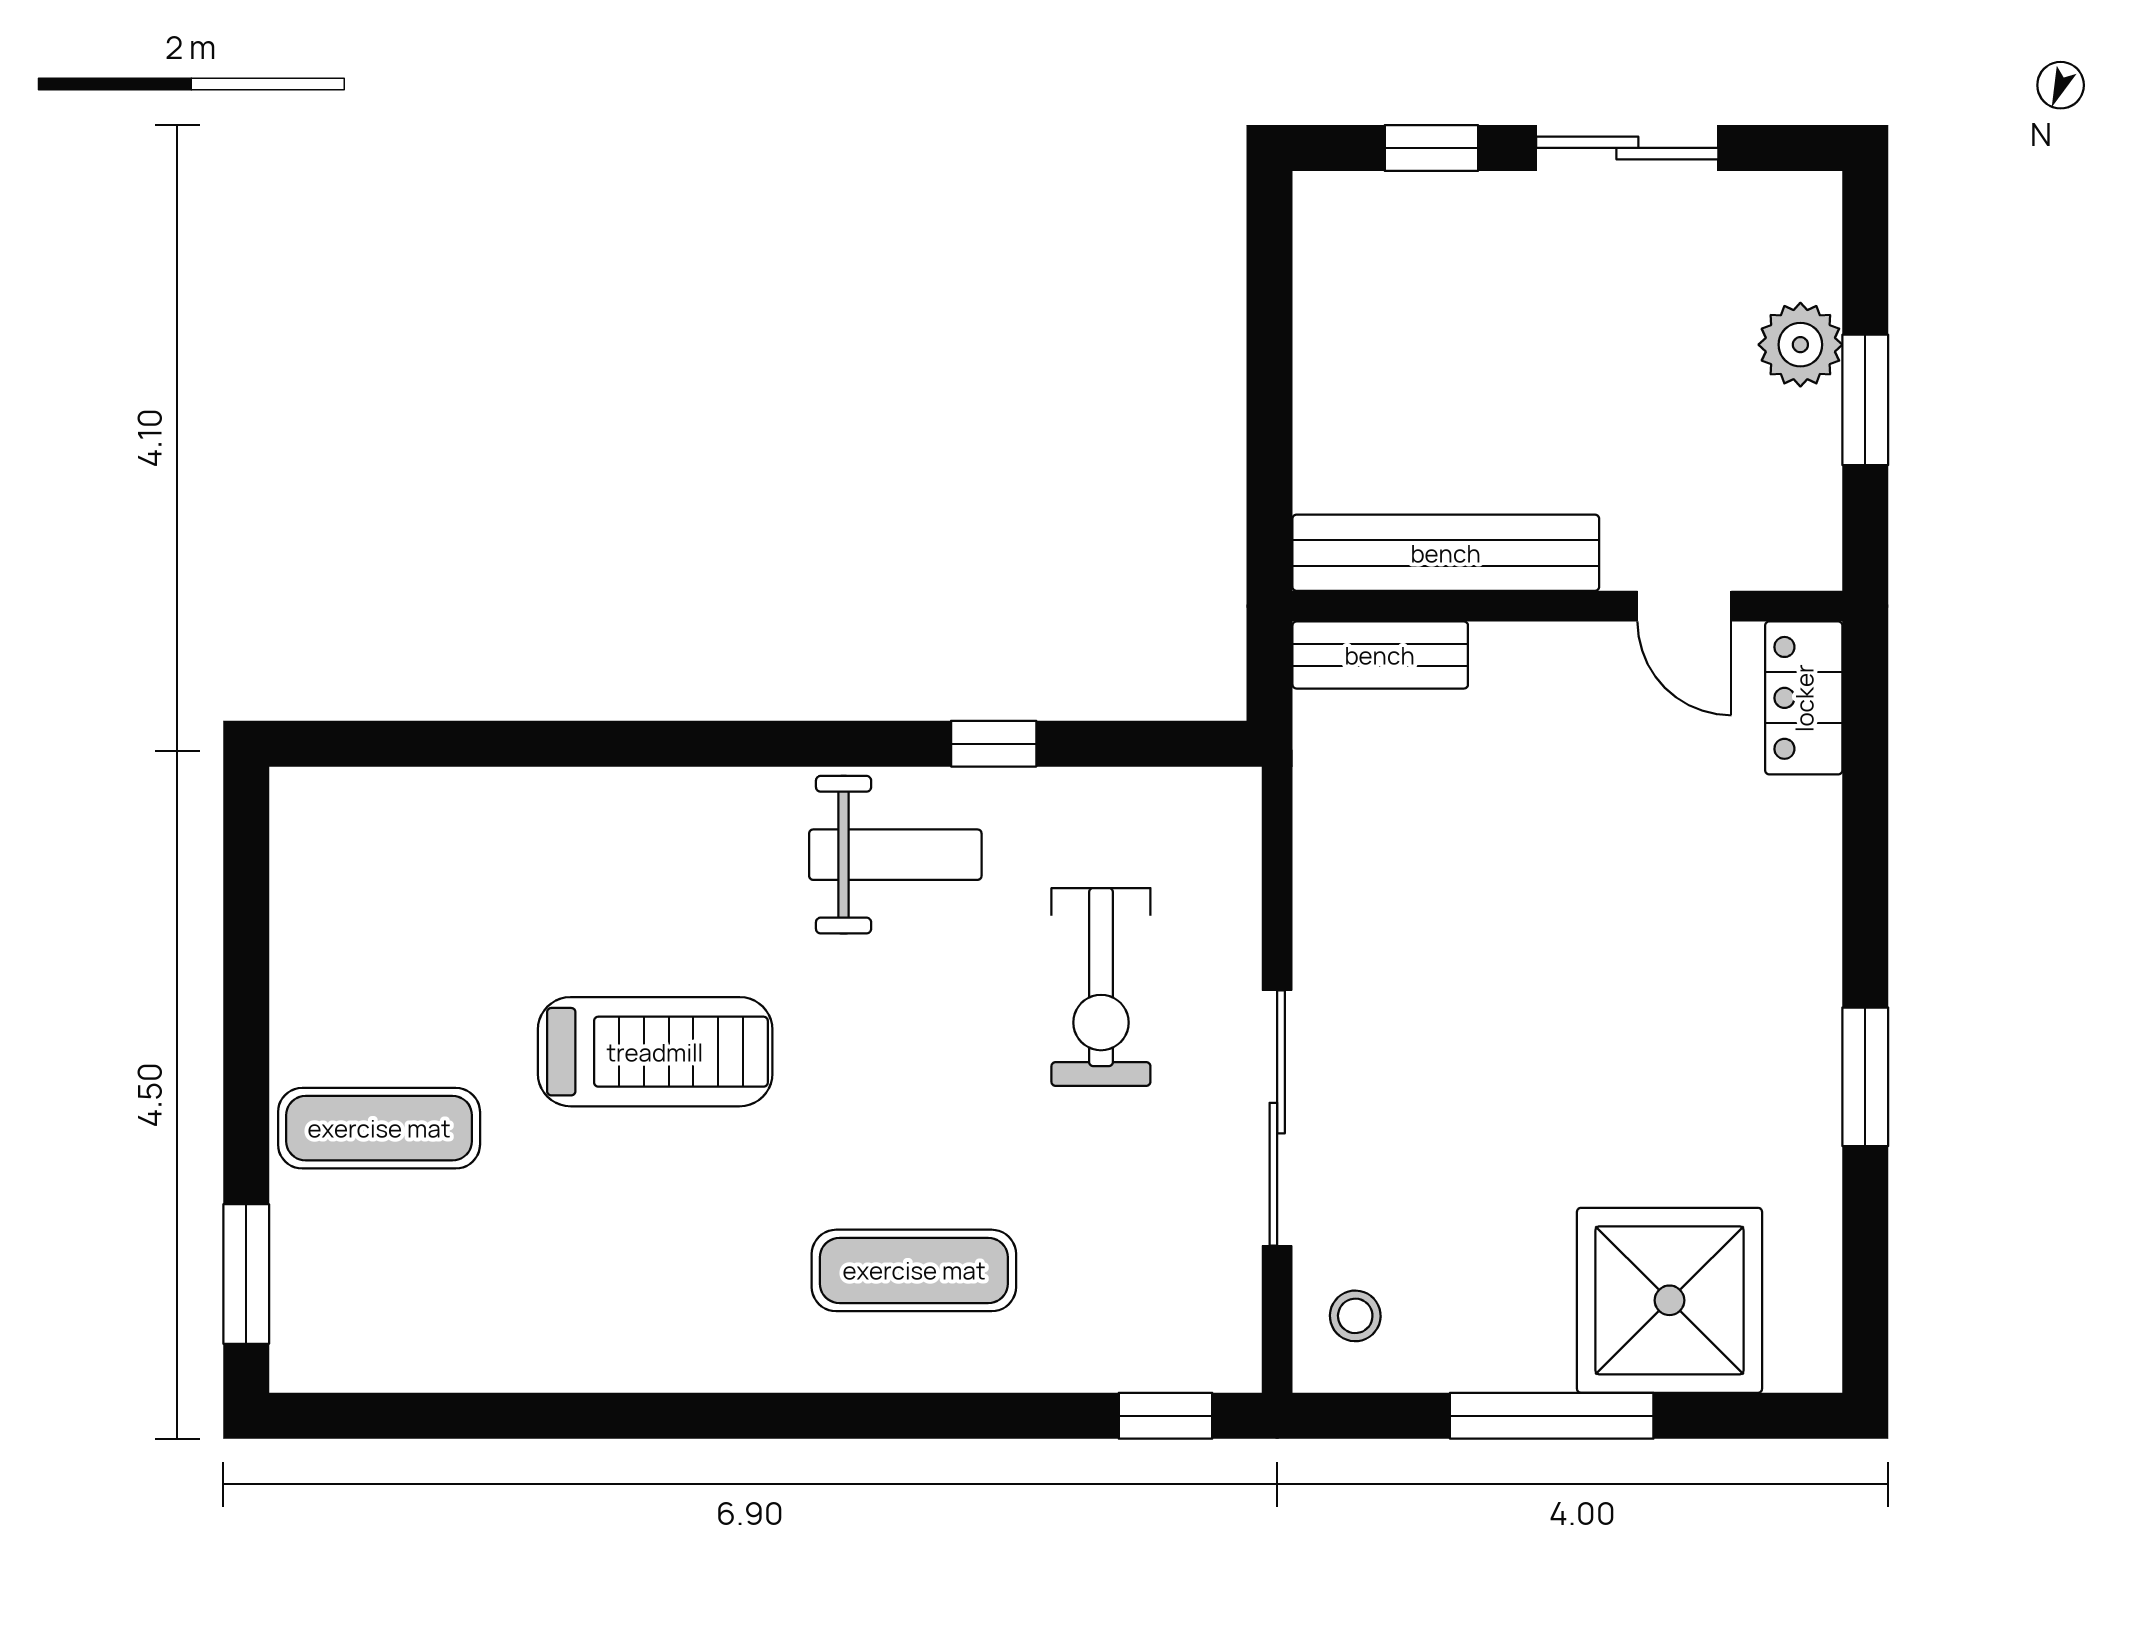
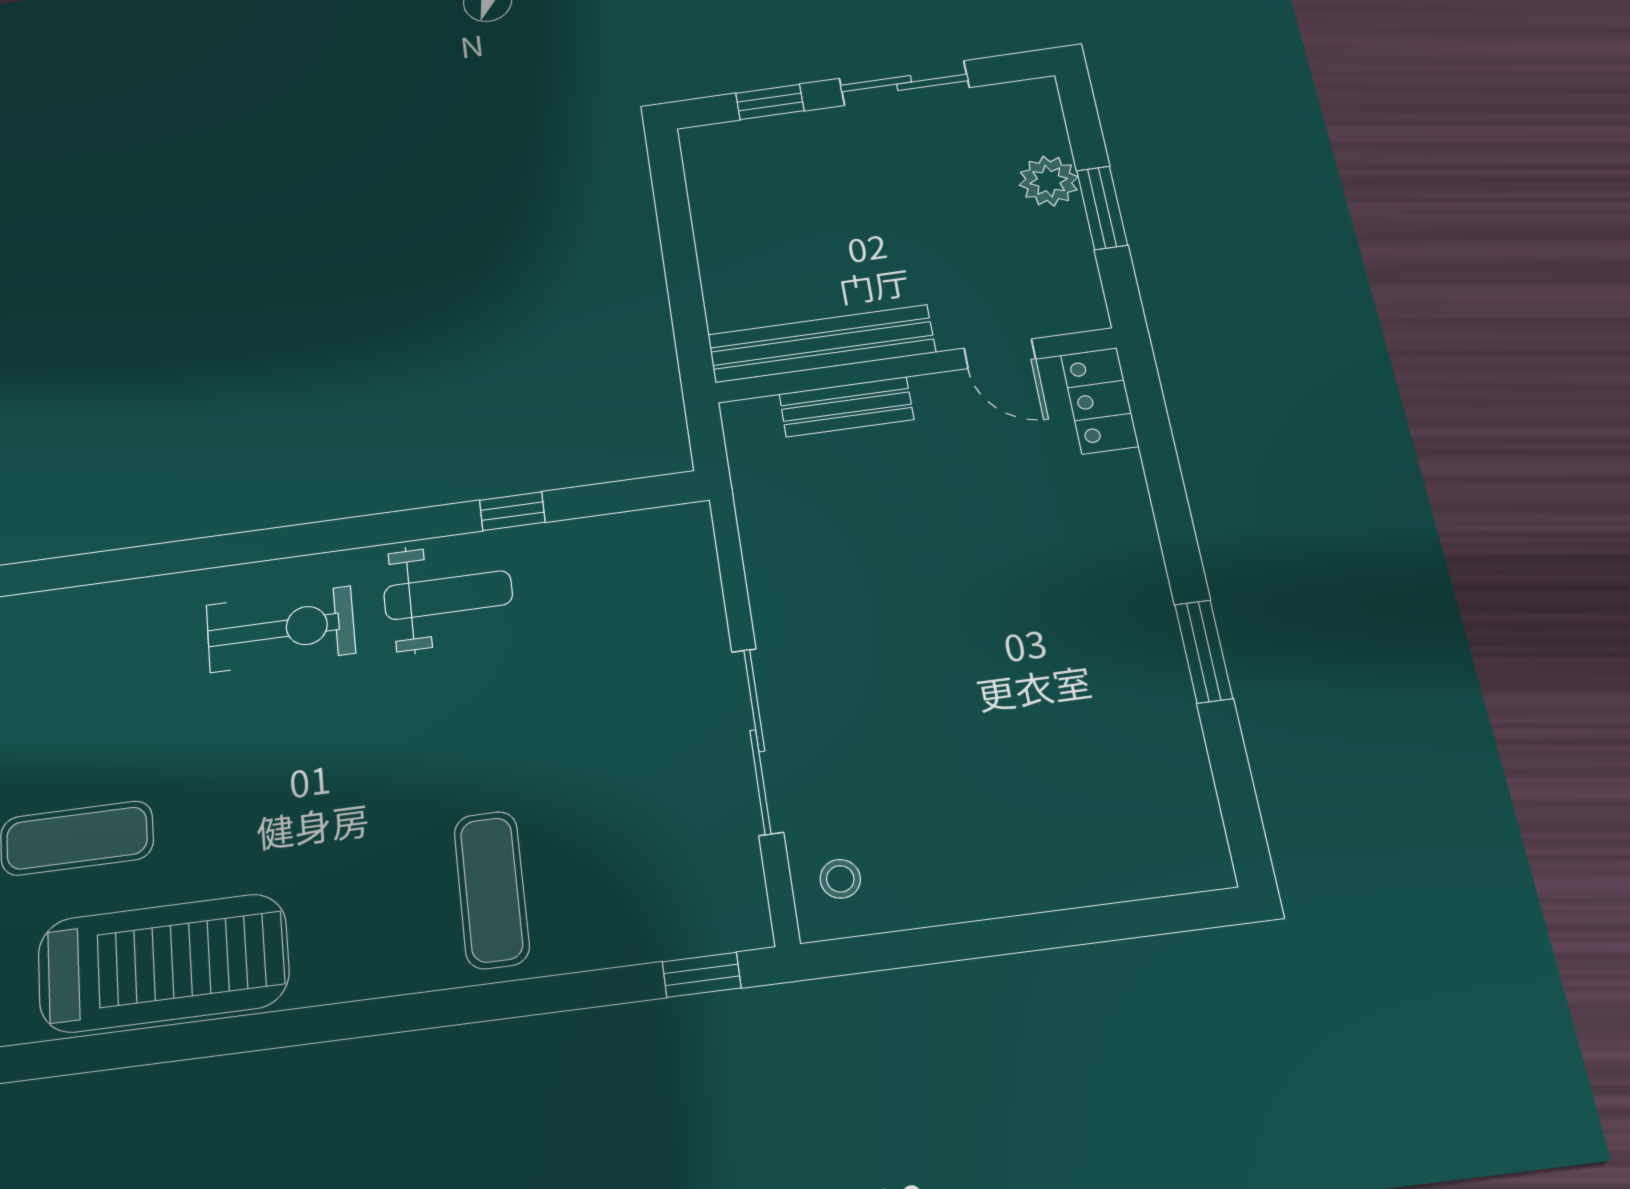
bench: (1380, 655) -> (846, 407), moved
exercise bike: (1101, 987) -> (281, 629), moved, turned -90
treadmill: (655, 1052) -> (163, 963), moved, width x1.37, depth x1.38
exercise mat: (914, 1270) -> (492, 890), turned 90
shower: (1670, 1300) -> (1086, 835), removed
window: (1552, 1416) -> (1009, 935), removed

